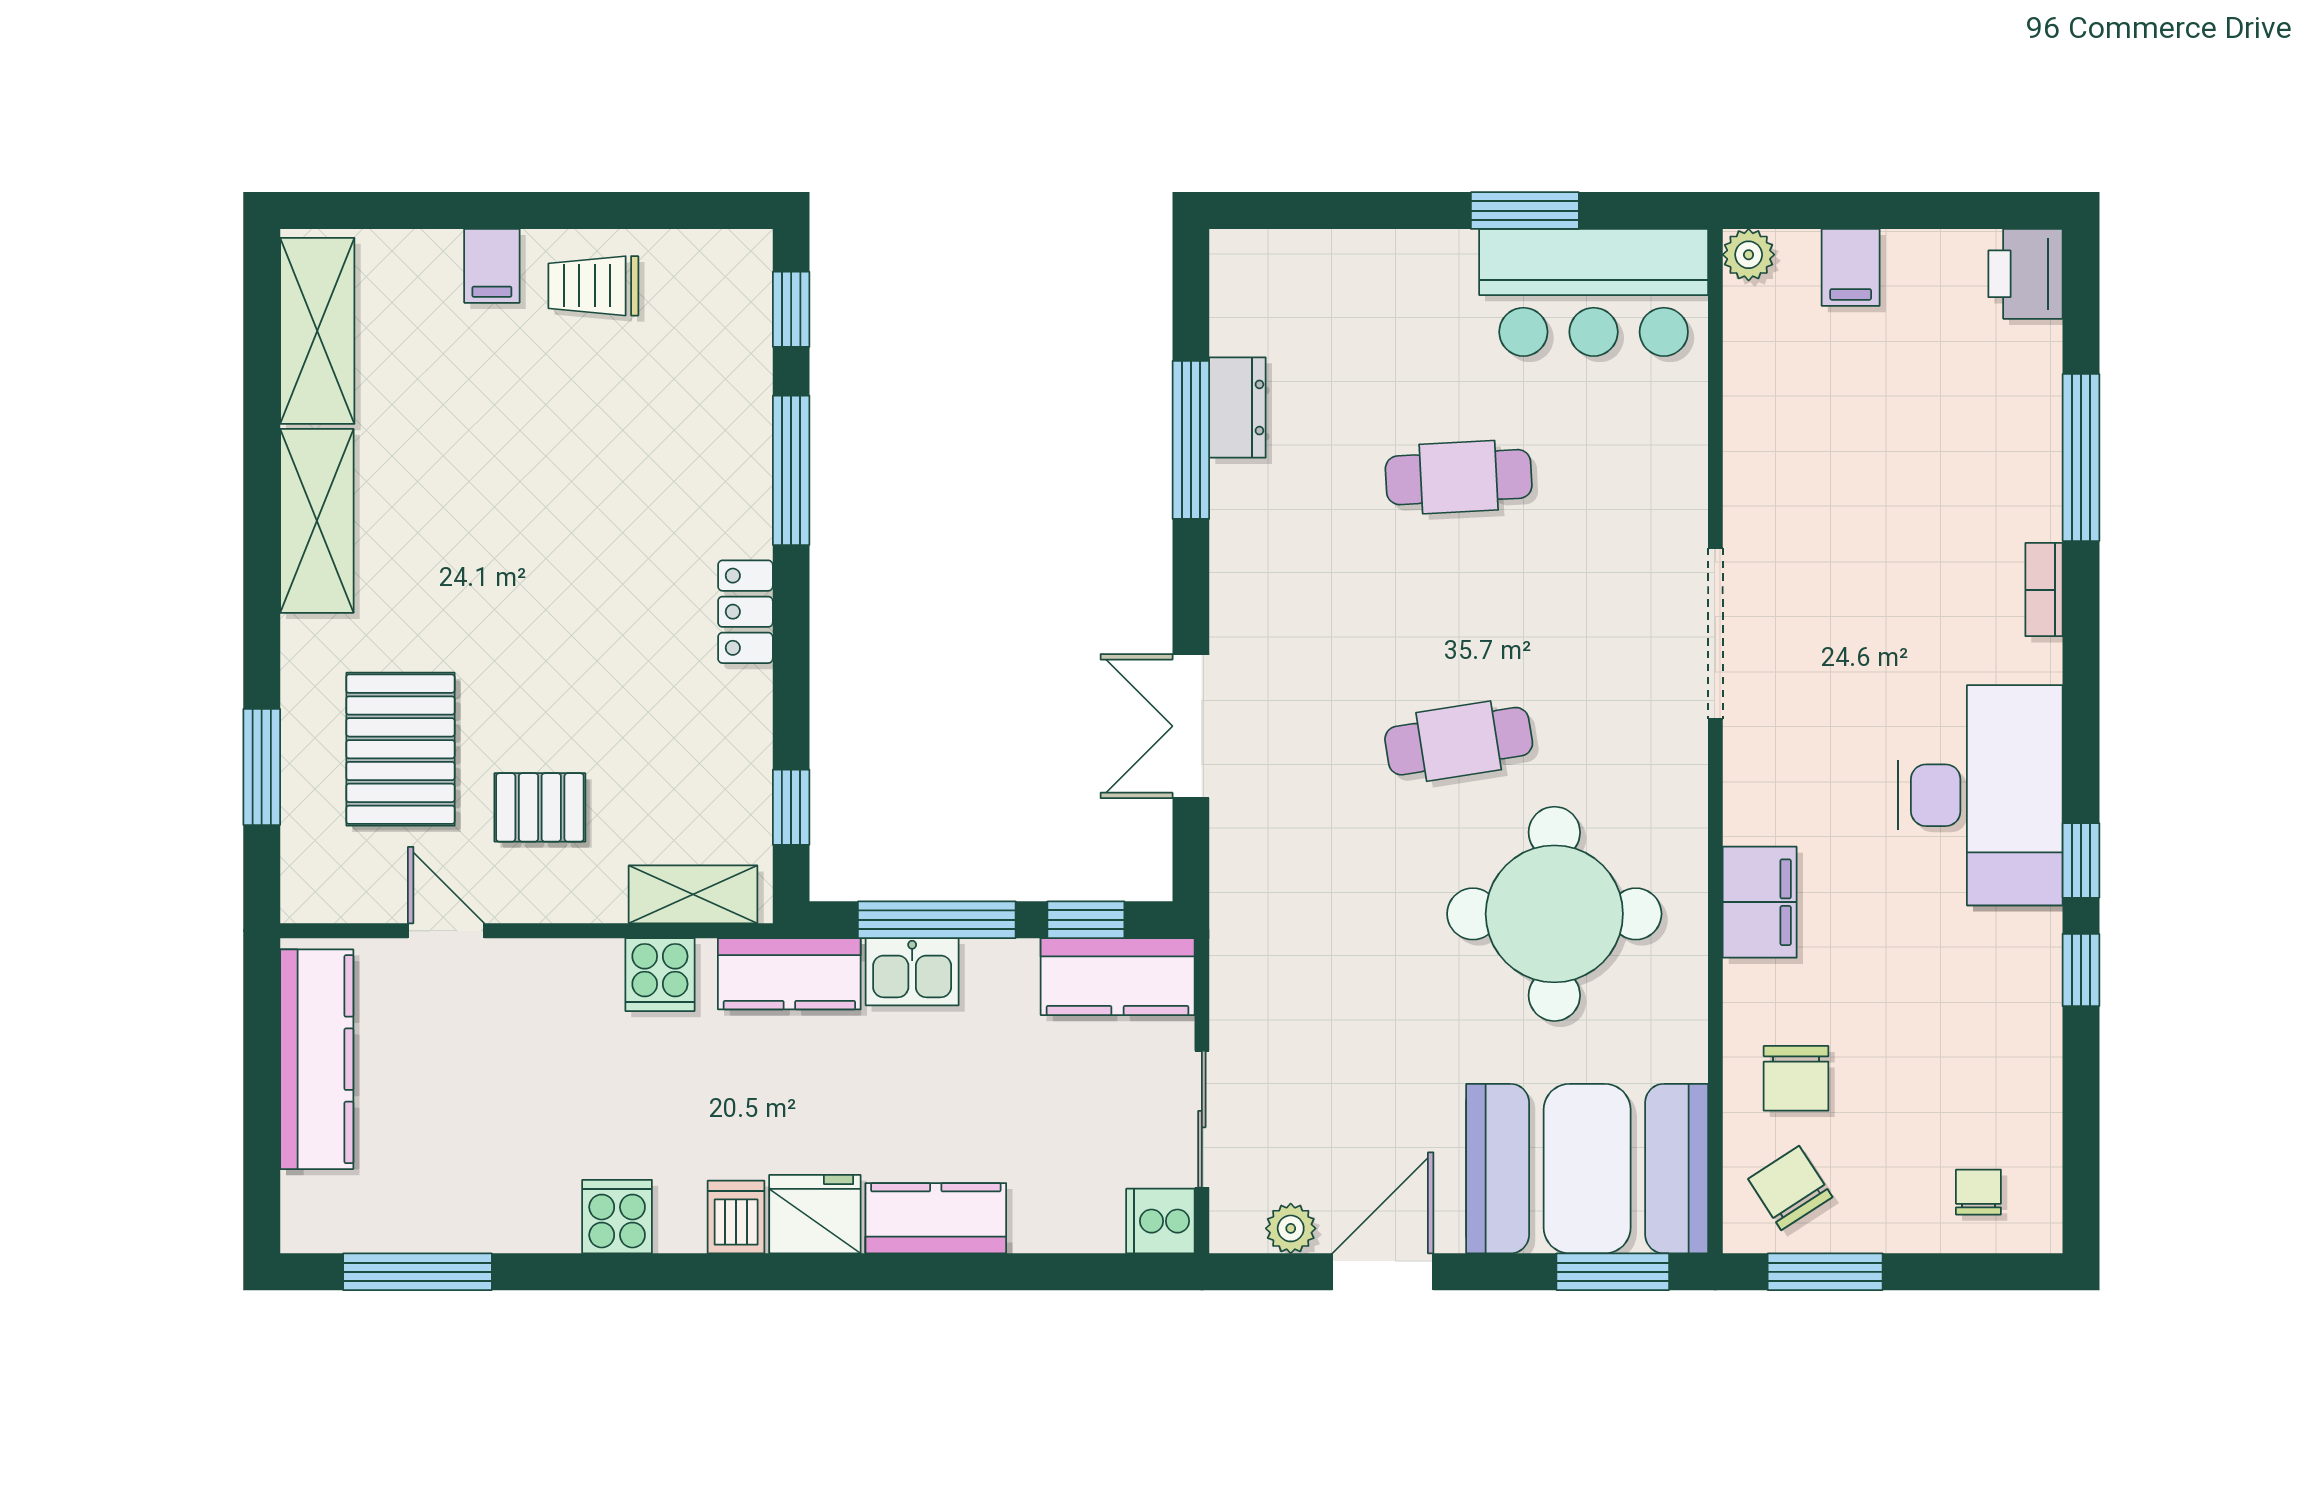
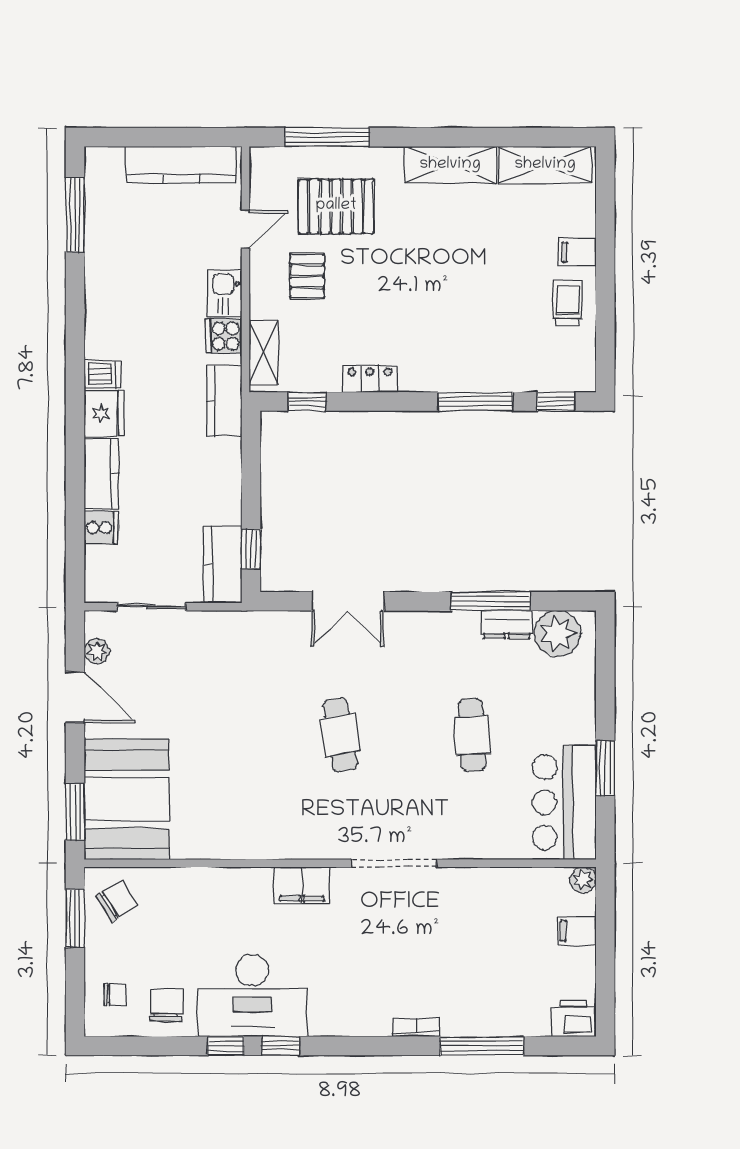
plant: (1255, 306) -> (557, 634), added
locker: (745, 612) -> (370, 379), moved
double door: (1191, 726) -> (348, 601), swing flipped
window: (262, 767) -> (327, 137), width x1.44
desk: (1980, 795) -> (252, 996), moved
filing cabinet: (1760, 902) -> (302, 885), moved
round table: (1554, 914) -> (254, 783), removed
window: (937, 920) -> (251, 474), removed
kitchen sink: (912, 972) -> (225, 293), moved
chair: (1796, 1078) -> (166, 1005), moved, turned 91
cooker: (617, 1217) -> (103, 315), removed
cooker: (1160, 1221) -> (101, 528), moved, turned 90

